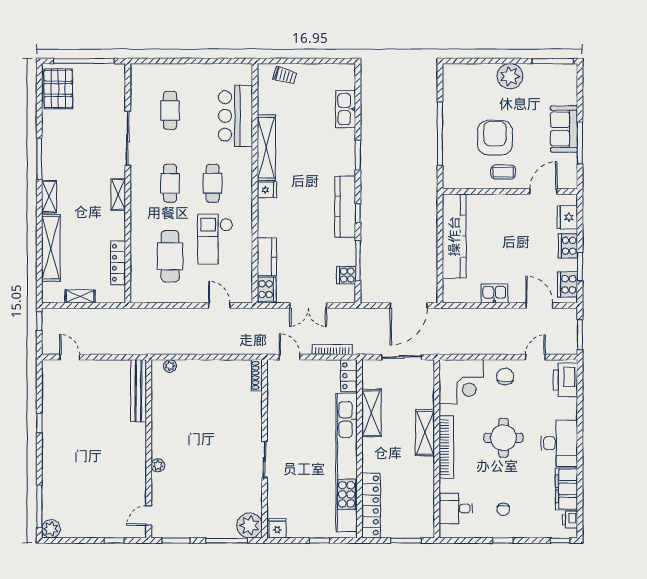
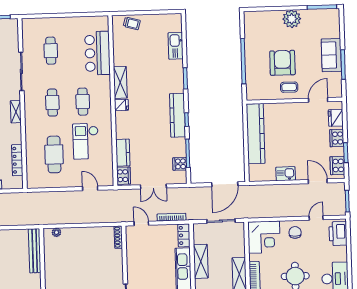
shelving: (266, 148) -> (120, 82), width x0.68

